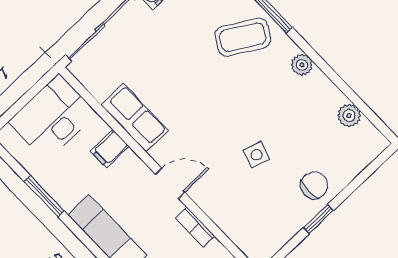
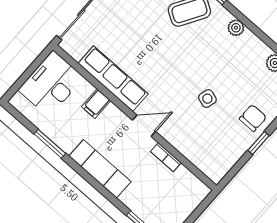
row of seats: (135, 118) -> (113, 79), width x1.48

